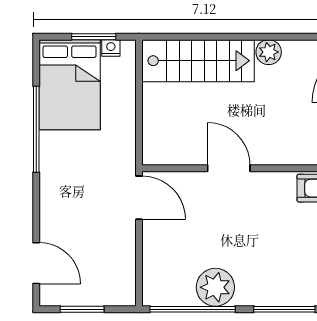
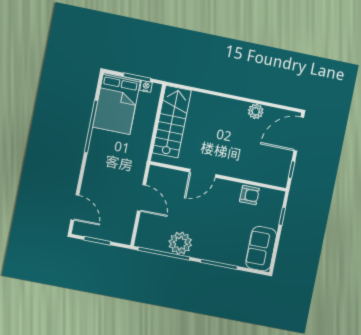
plant: (269, 52) -> (256, 111), moved
stairs: (198, 61) -> (172, 122), moved, turned -90
door: (229, 168) -> (203, 173), swing flipped
door: (139, 198) -> (142, 198), moved

